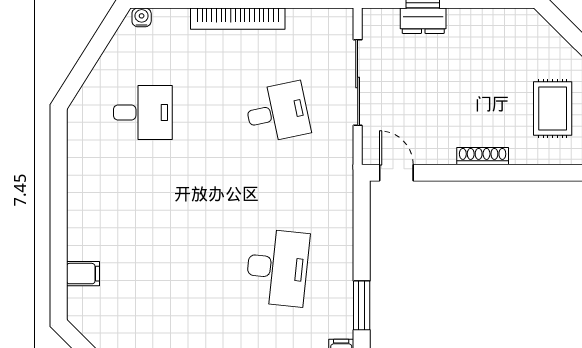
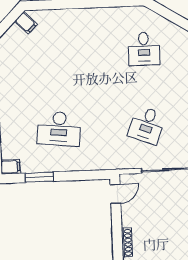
desk: (277, 112) -> (147, 125), turned 33
filing cabinet: (83, 274) -> (26, 23), moved, turned -45

